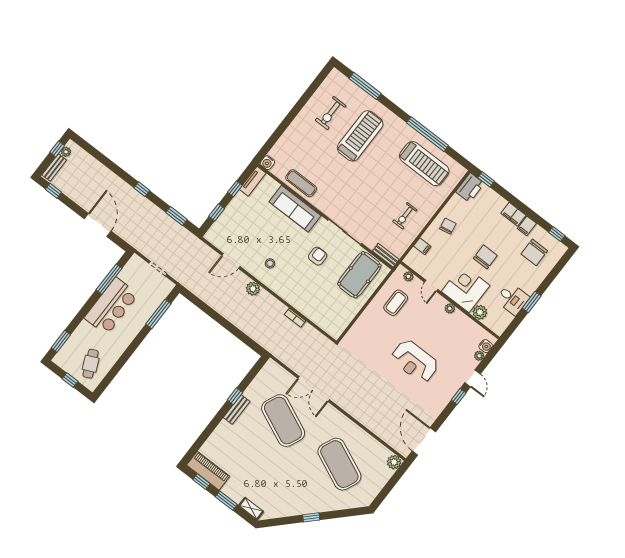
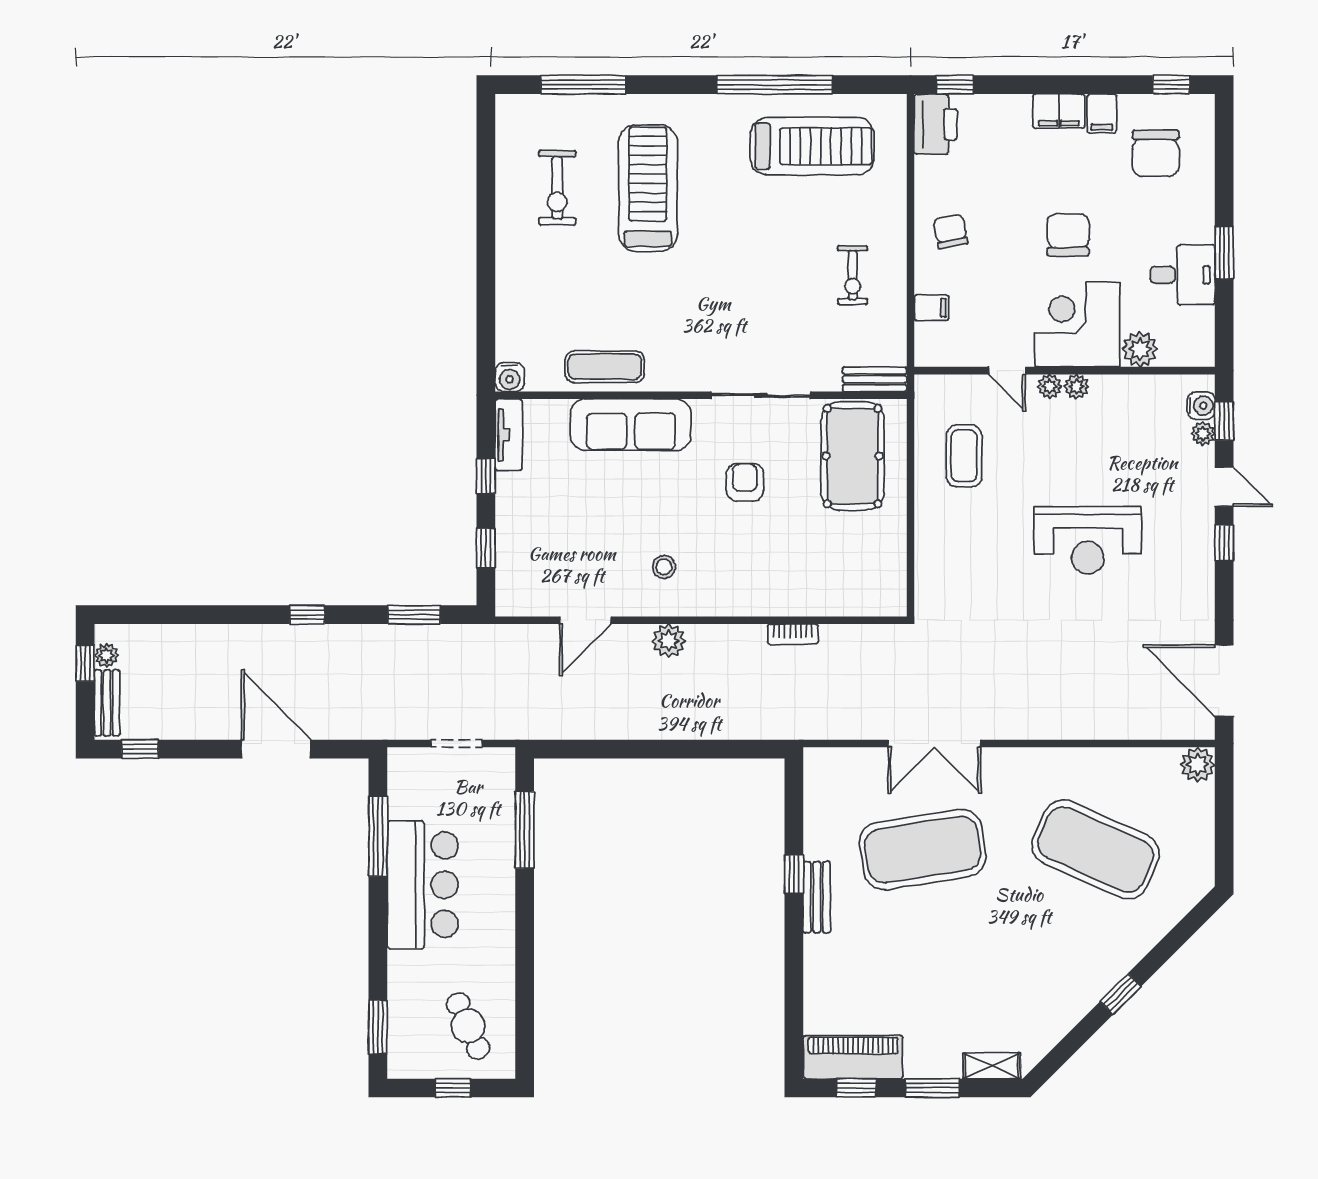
plant: (408, 276) -> (1050, 386), moved
window: (489, 357) -> (1224, 421), added
exercise mat: (283, 421) -> (923, 849), turned -33

